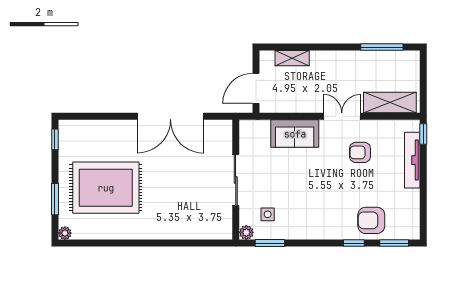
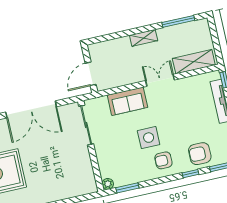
shelving: (292, 58) -> (144, 38), moved
armchair: (360, 152) -> (163, 160), moved
sliding door: (236, 180) -> (86, 125), moved
side table: (268, 214) -> (149, 138), moved, width x1.87, depth x1.87

